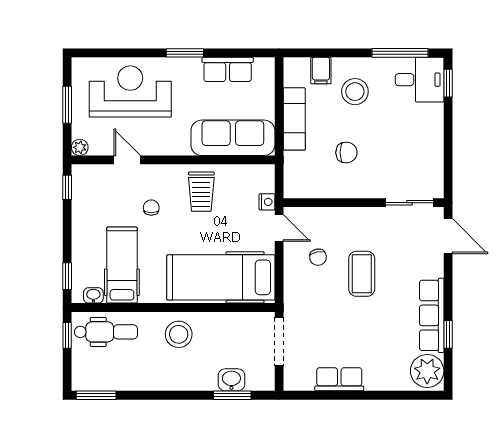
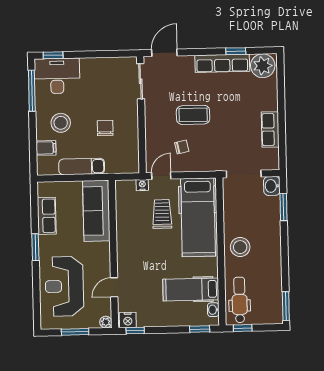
desk: (420, 80) -> (57, 76), width x1.37
nightstand: (82, 178) -> (128, 320), added
trolley: (201, 192) -> (162, 214), moved, turned -90
chair: (151, 208) -> (148, 269), removed
washbasin: (231, 380) -> (272, 186), moved

